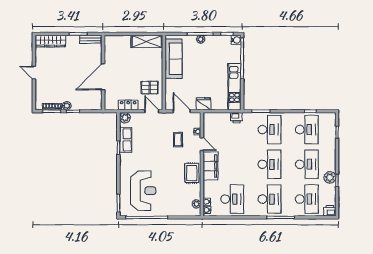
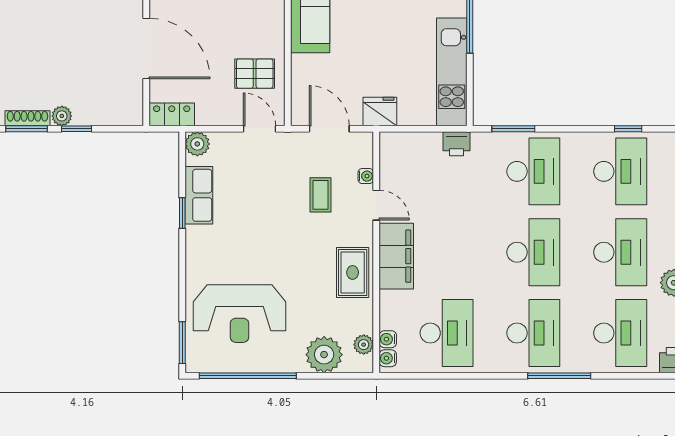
door: (103, 77) -> (146, 49), swing flipped
locker: (128, 105) -> (172, 114), moved
reception desk: (143, 191) -> (239, 314), turned 90
plant: (179, 208) -> (324, 355), added

